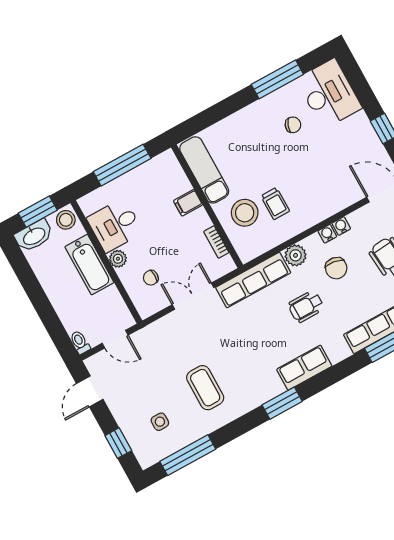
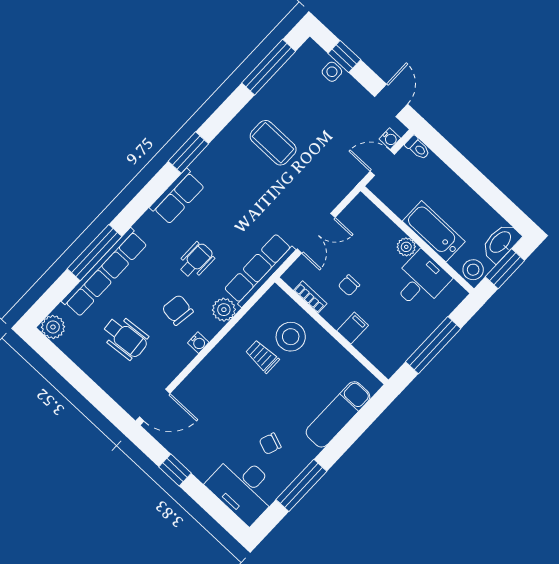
exam couch: (204, 170) -> (338, 414), moved, turned 90
water cooler: (341, 226) -> (390, 139), moved
chair: (151, 278) -> (349, 285), moved, turned 180
side table: (160, 422) -> (332, 72), moved

